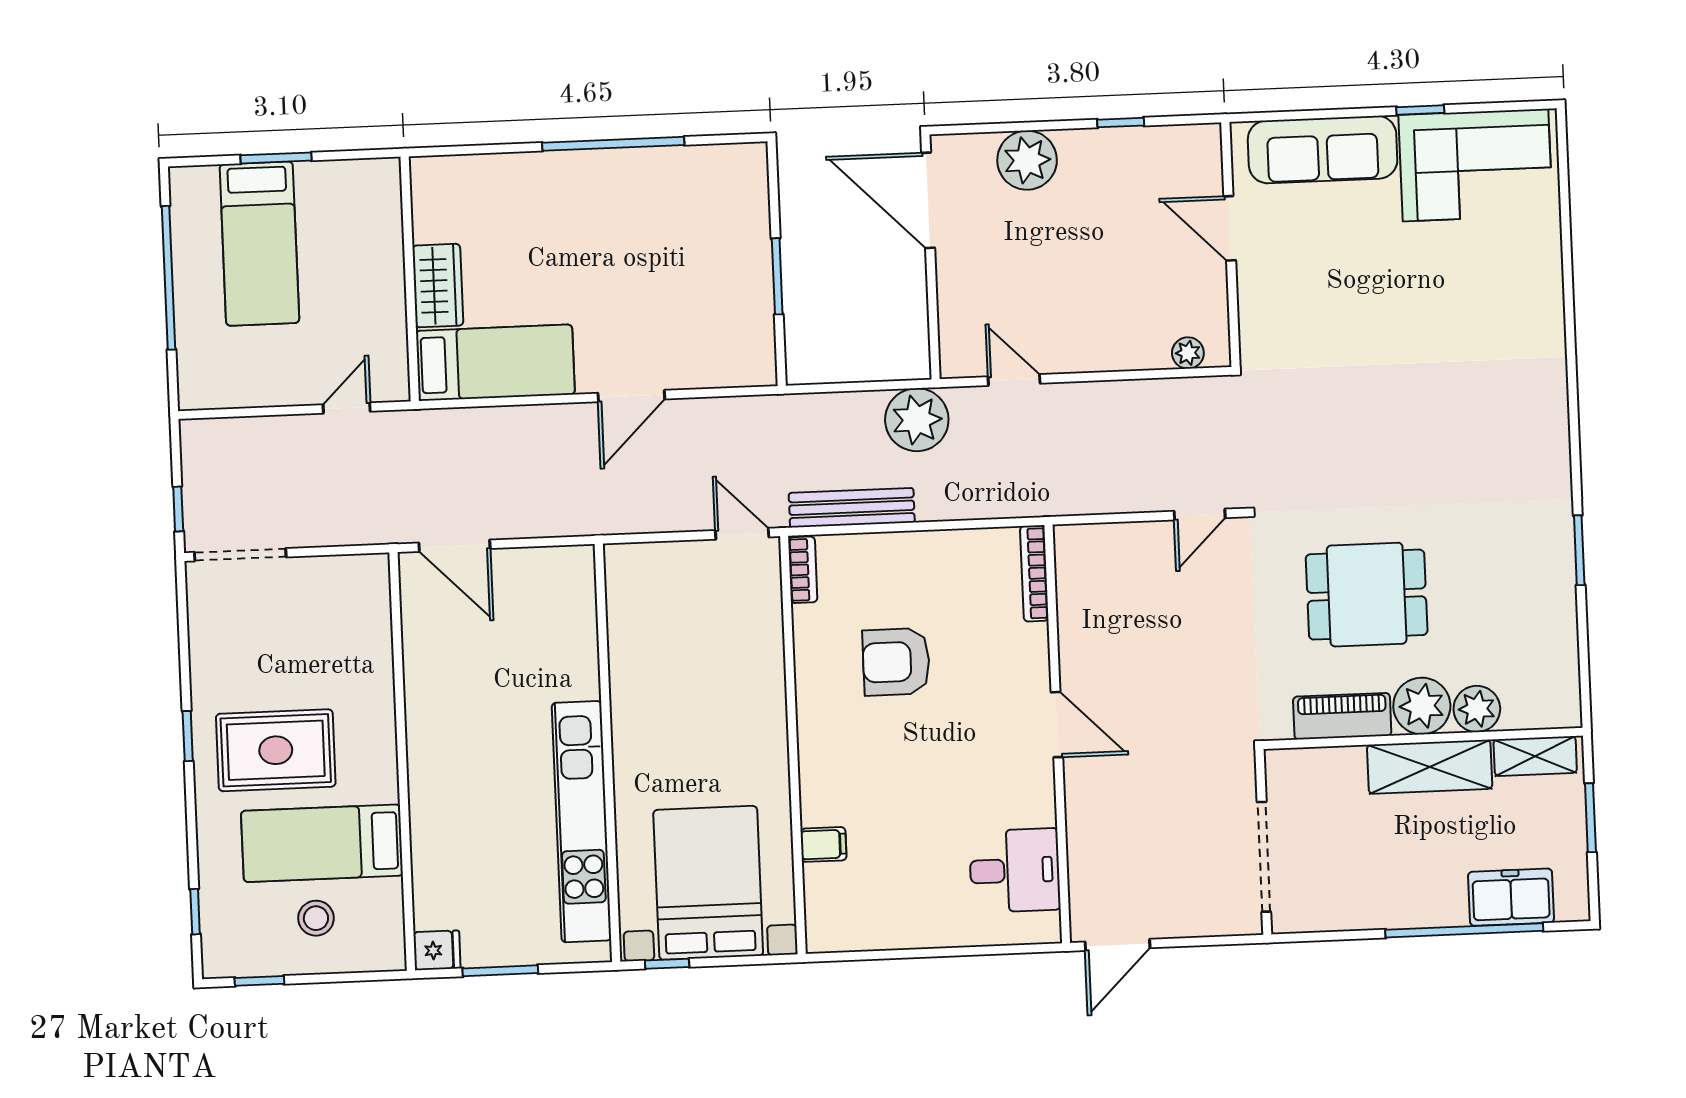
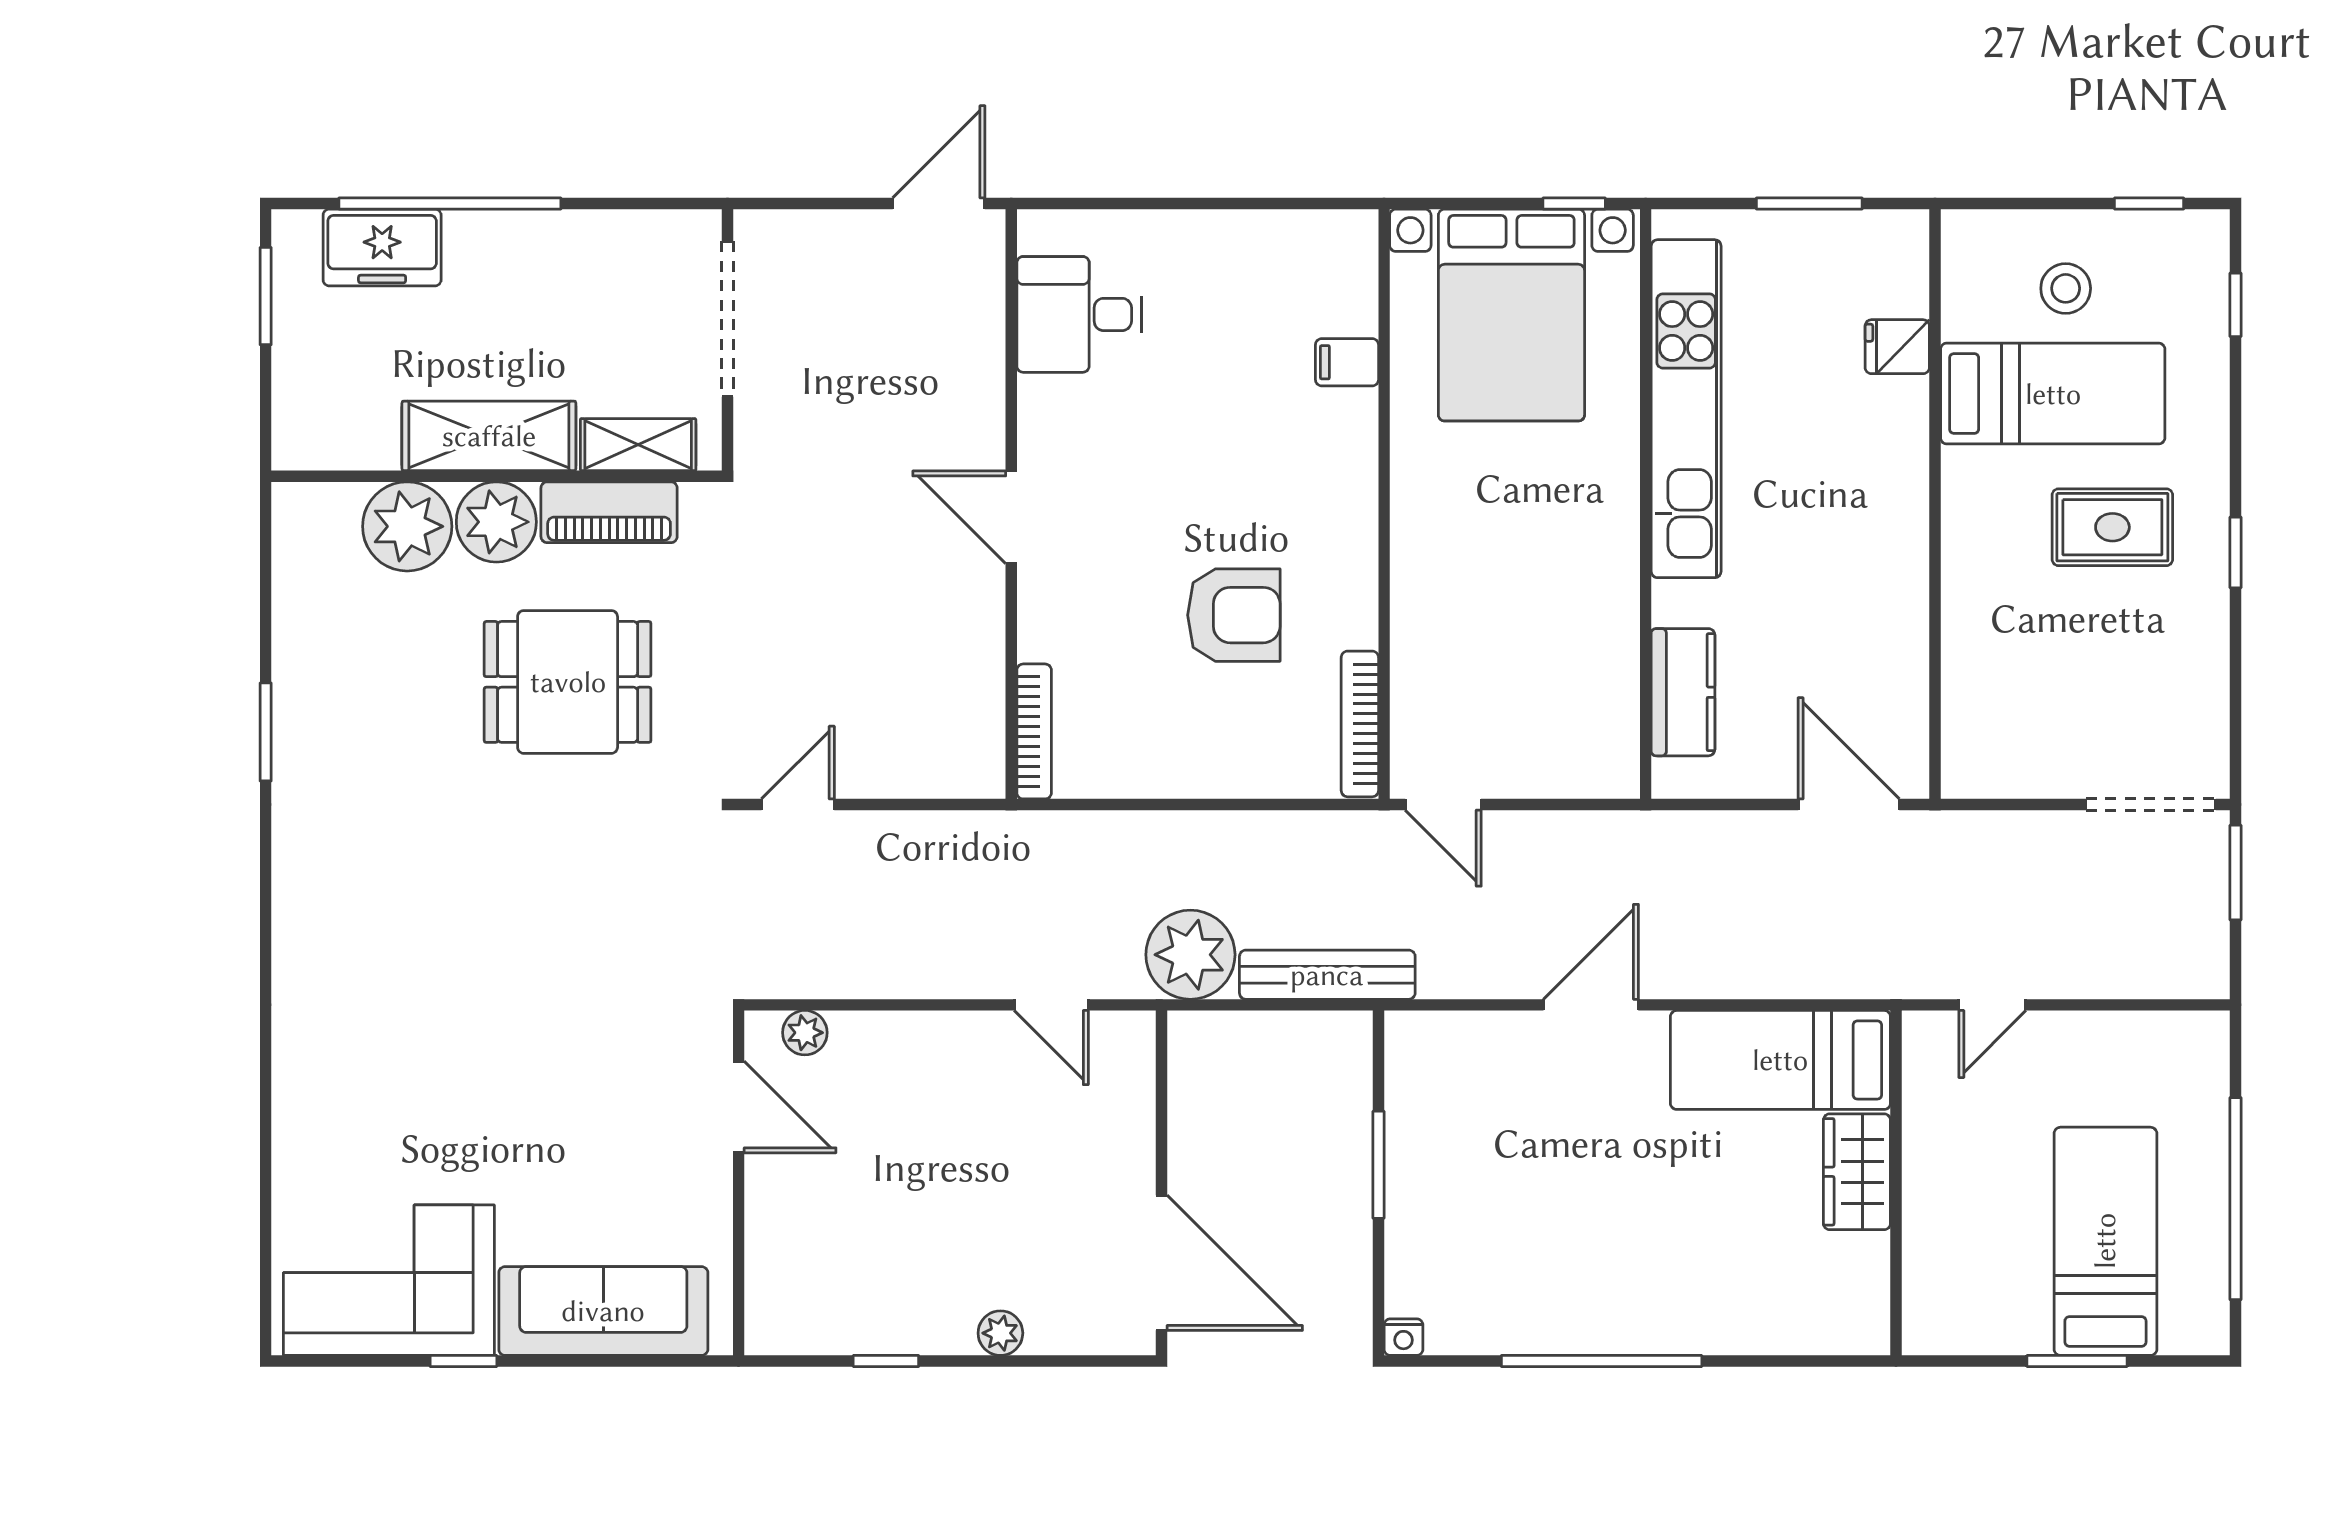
nightstand: (754, 155) -> (1403, 1337), added
plant: (1027, 160) -> (1000, 1333), width x0.53, depth x0.53
door: (1230, 228) -> (739, 1107), moved
bench: (852, 508) -> (1327, 975), moved
window: (178, 509) -> (2235, 873), width x1.50
bookcase: (803, 570) -> (1360, 724), width x1.56
kitchen counter: (575, 621) -> (1683, 692), added
plant: (1477, 709) -> (407, 526), width x1.36, depth x1.36
rug: (276, 750) -> (2112, 527), width x0.73, depth x0.70
shelving: (1535, 756) -> (638, 445), moved
window: (1590, 818) -> (266, 296), moved
fridge: (437, 950) -> (1897, 347), moved

